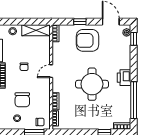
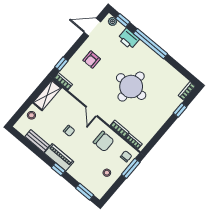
window: (80, 22) -> (61, 64), moved
armchair: (88, 40) -> (92, 60), width x0.53, depth x0.53
printer: (124, 78) -> (129, 39), moved
chair: (22, 100) -> (104, 141), moved
window: (134, 100) -> (150, 44), moved

